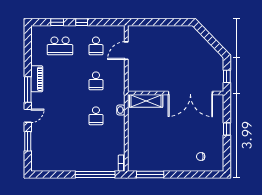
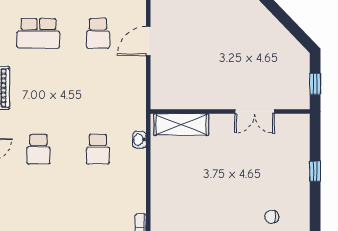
school desk: (96, 81) -> (38, 149), moved
double door: (190, 93) -> (255, 111), width x0.54

